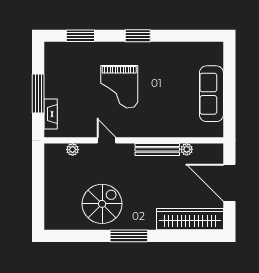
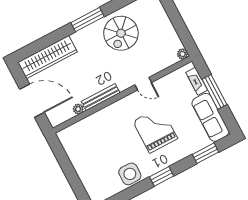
side table: (169, 55) -> (130, 174), added
sofa: (211, 94) -> (210, 117), moved, turned 180
plant: (73, 150) -> (183, 54), moved

